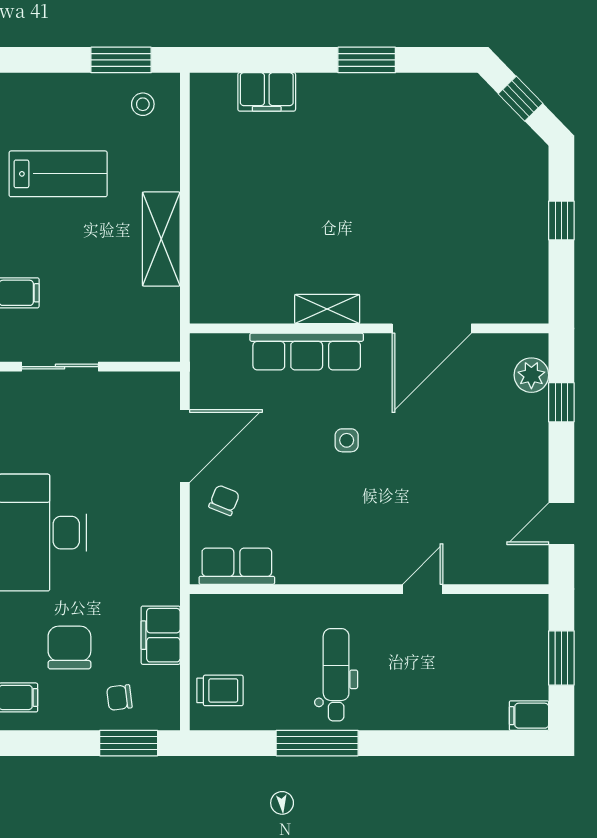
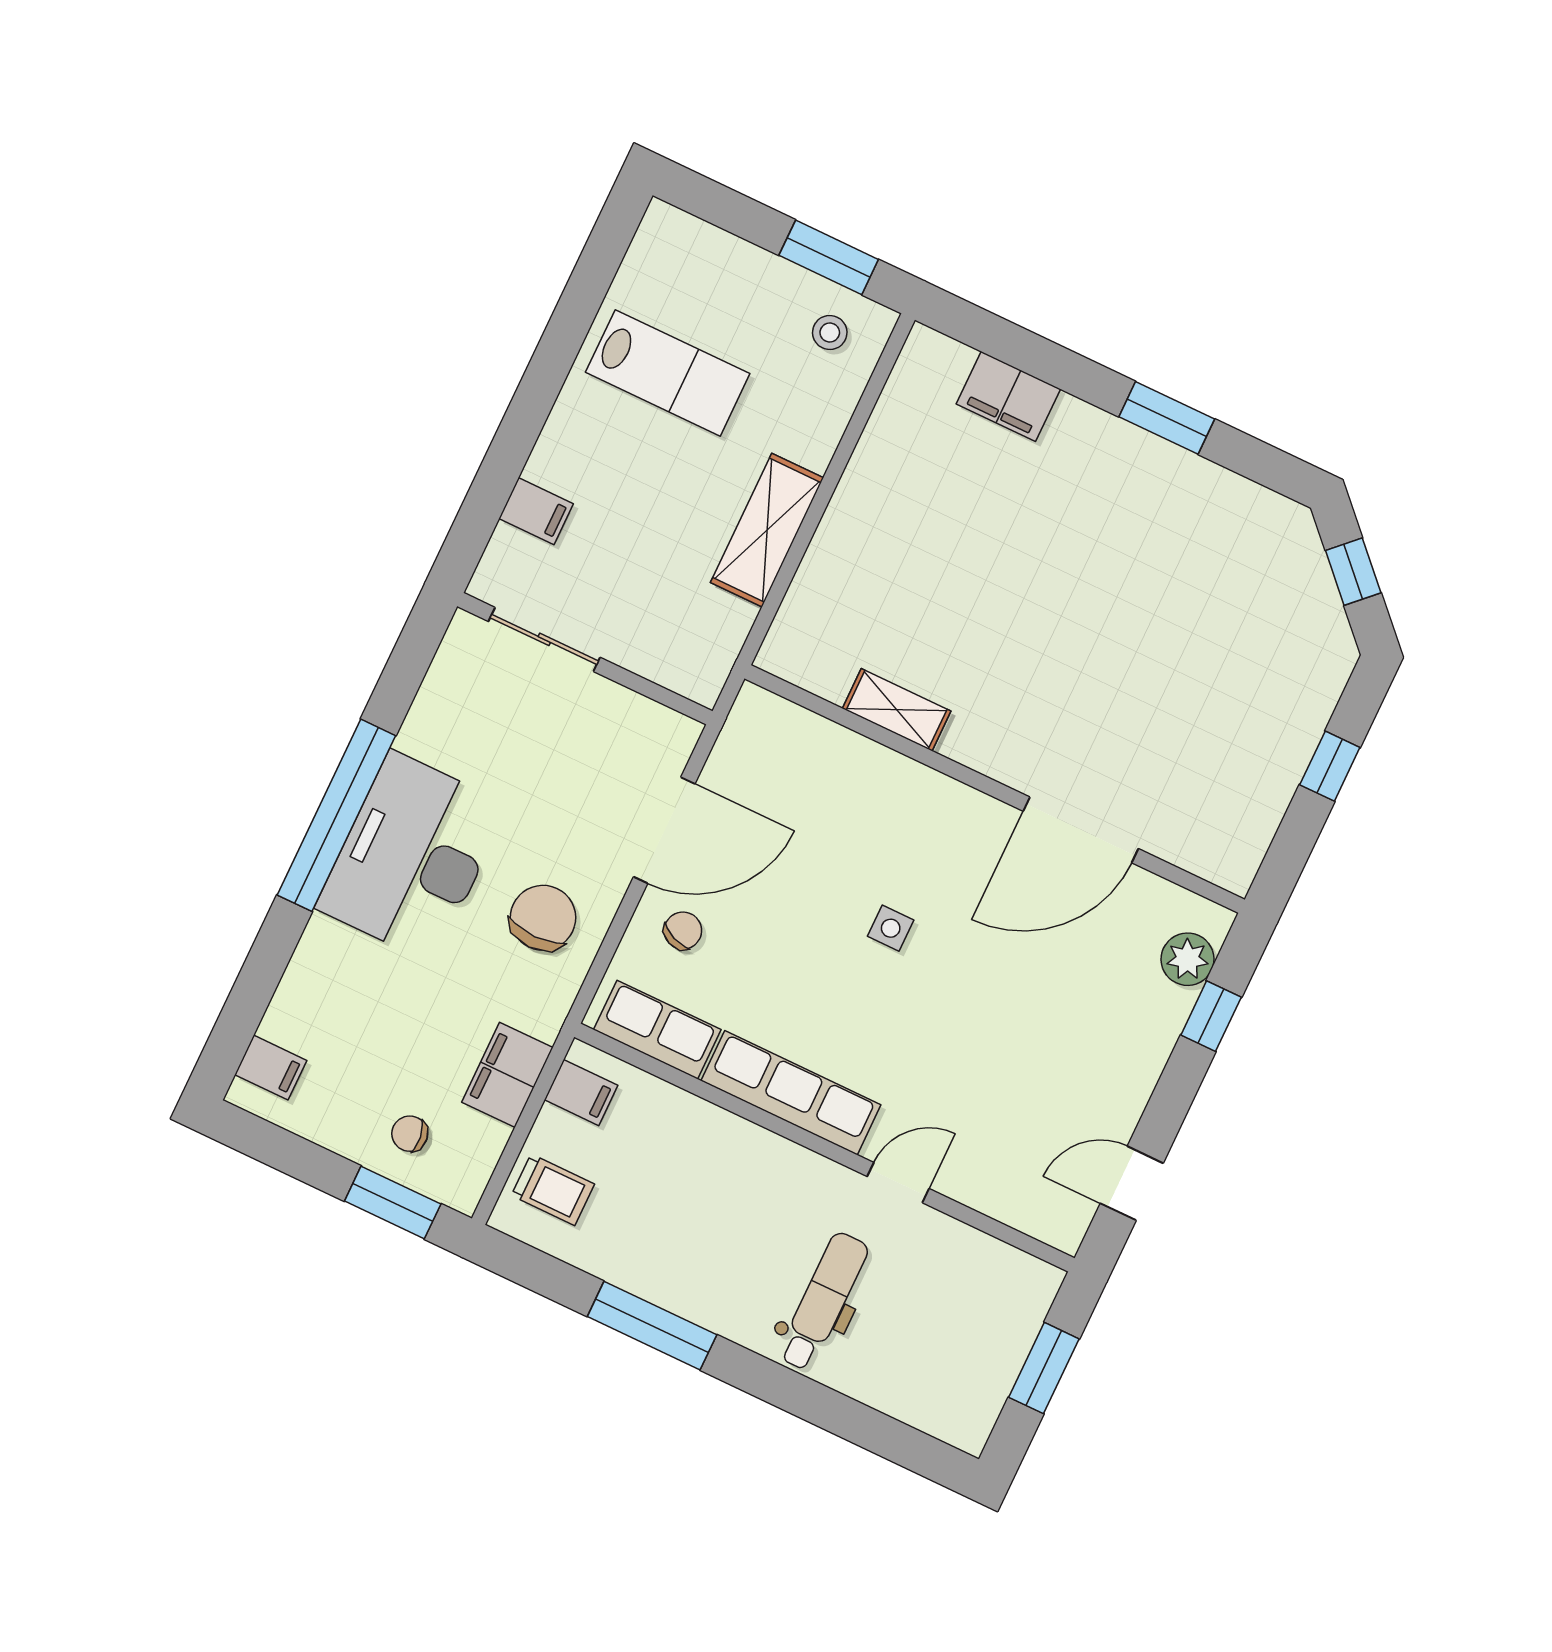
shelving: (327, 309) -> (897, 710), moved
row of seats: (307, 352) -> (791, 1093), moved, turned 180
chair: (69, 648) -> (543, 918), moved
dental chair: (336, 675) -> (823, 1301), moved
filing cabinet: (529, 716) -> (581, 1093), moved, turned 180

